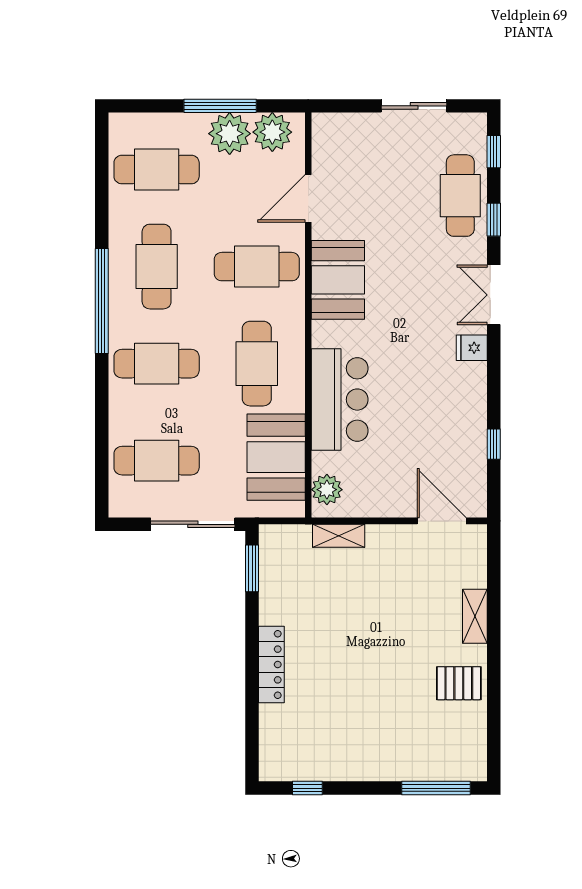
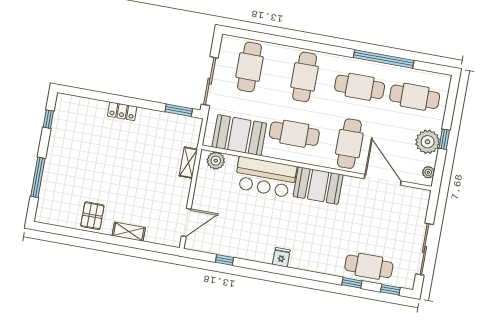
window: (220, 106) -> (444, 139), width x0.46
sliding door: (414, 106) -> (424, 249), width x1.37
plant: (272, 132) -> (428, 172), width x0.53, depth x0.53
cafe table: (157, 170) -> (415, 97), turned 90
door: (308, 198) -> (383, 180), width x1.36
booth: (338, 280) -> (318, 186), moved
double door: (494, 295) -> (309, 275), removed
window: (102, 301) -> (384, 59), moved
locker: (271, 665) -> (122, 111), width x0.66
window: (436, 788) -> (38, 177), moved

